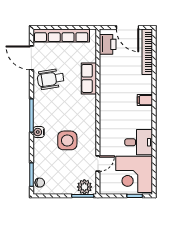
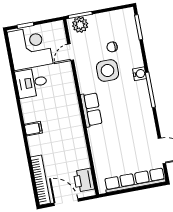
row of seats: (89, 78) -> (91, 110), moved
wheelchair: (51, 79) -> (137, 132), removed
chair: (40, 183) -> (112, 47), moved

